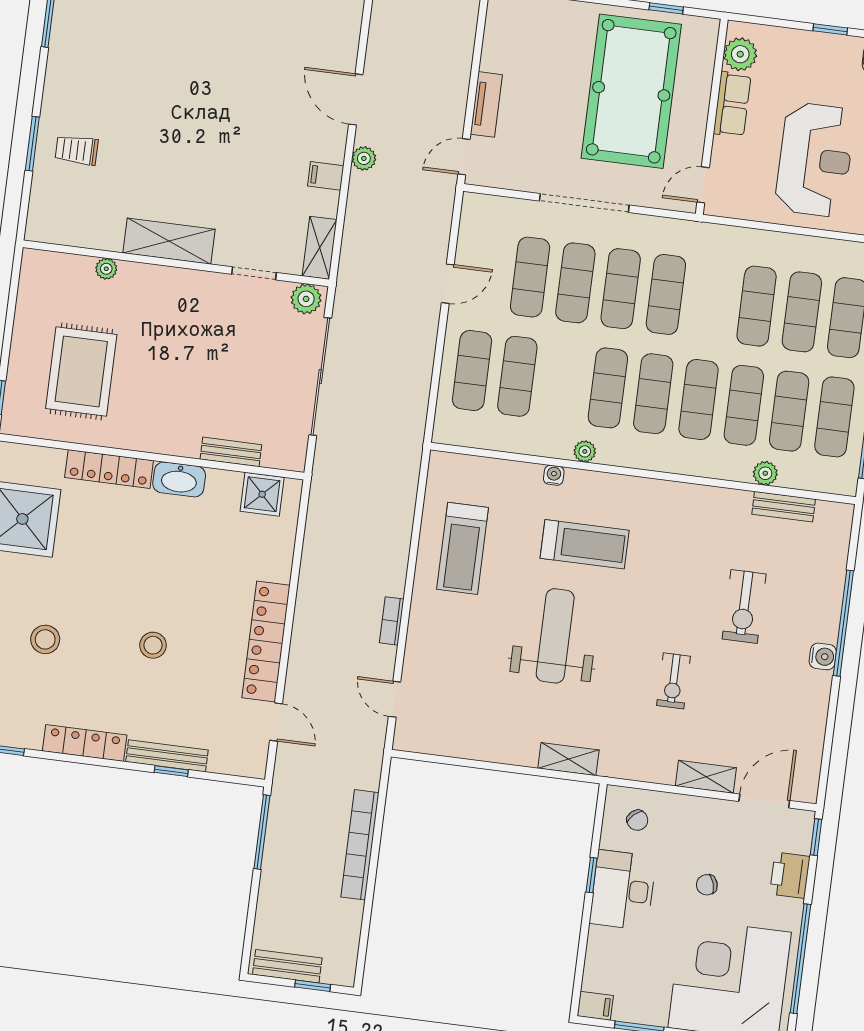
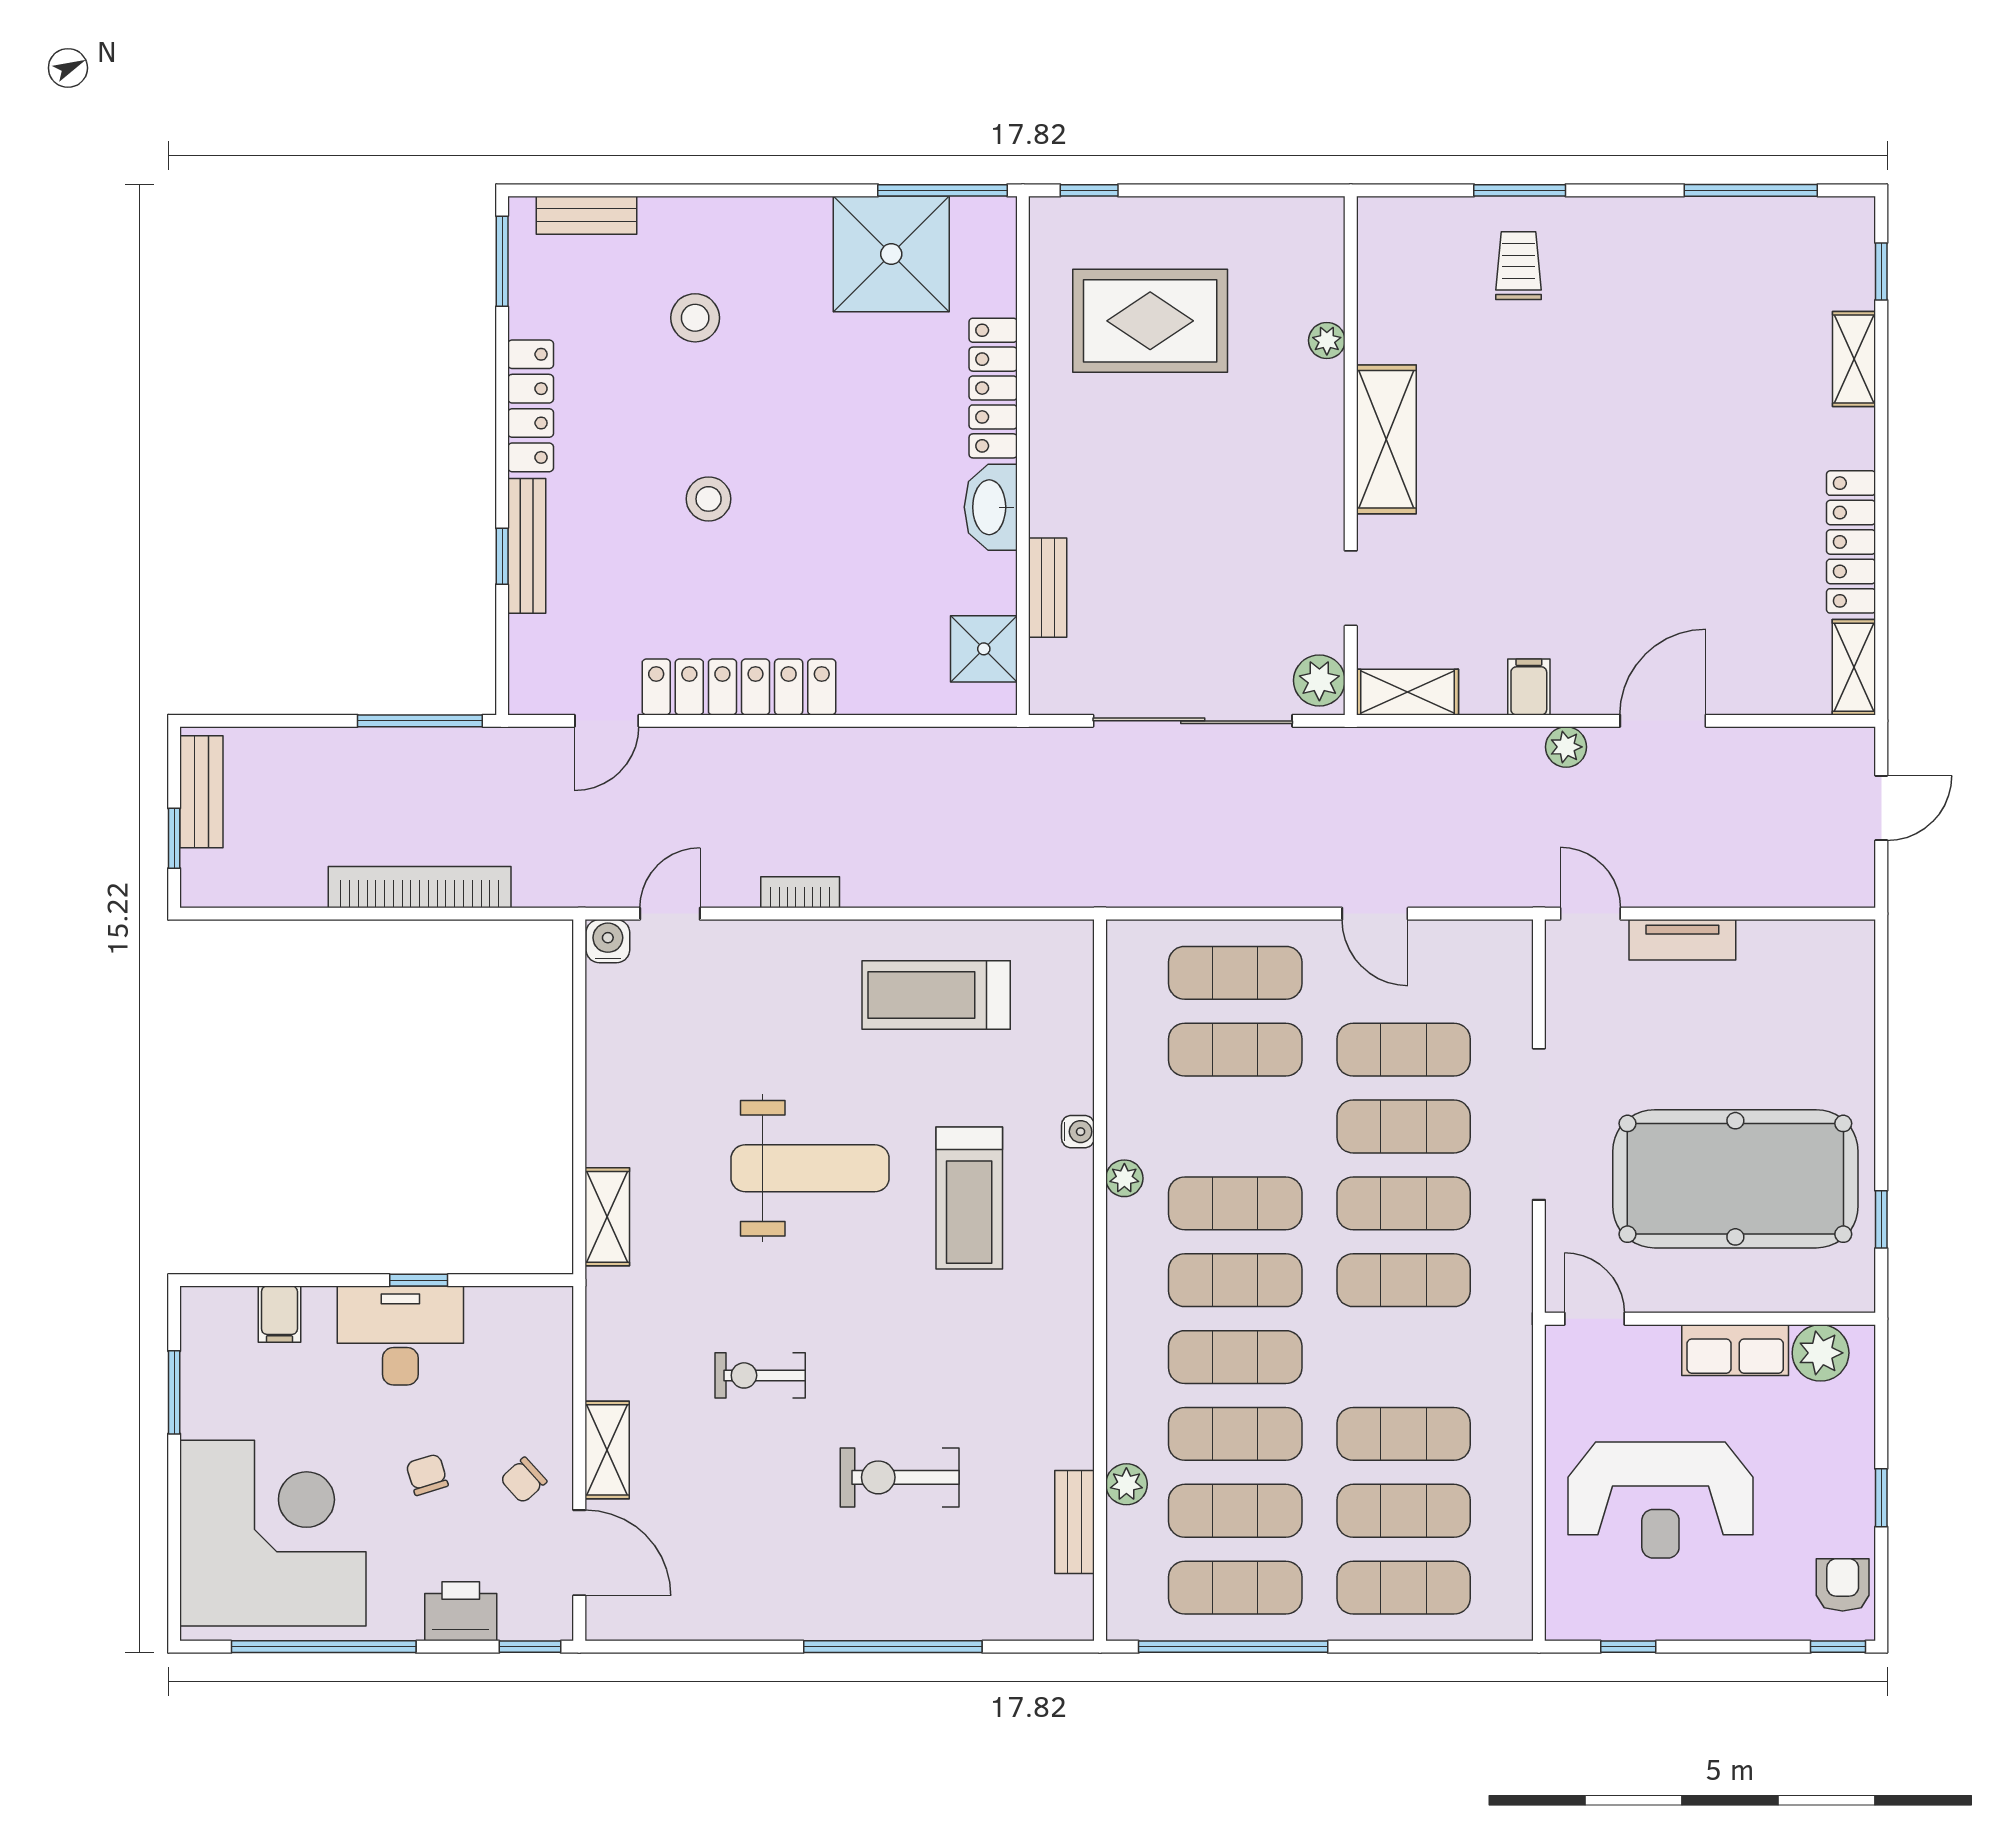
water cooler: (823, 656) -> (608, 941), moved, turned 180
chair: (637, 820) -> (524, 1480), moved
filing cabinet: (595, 1006) -> (279, 1314), moved

